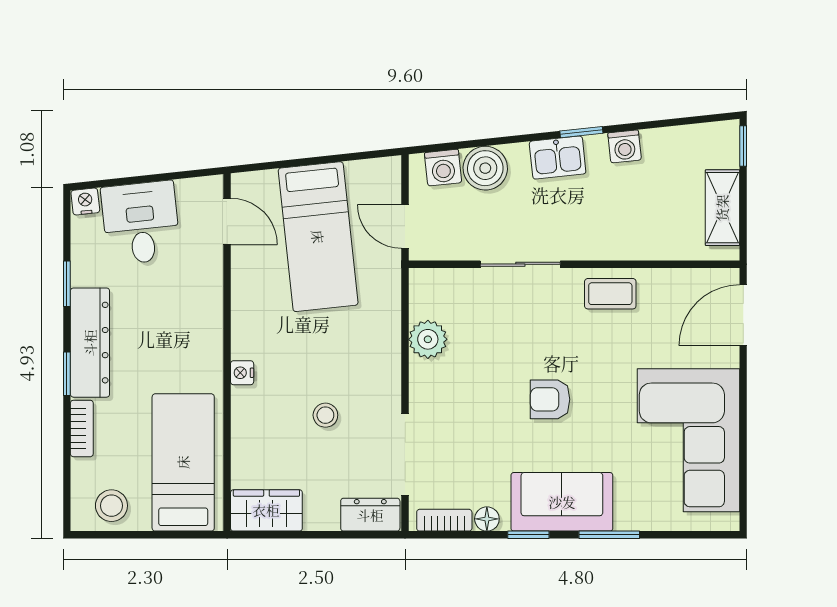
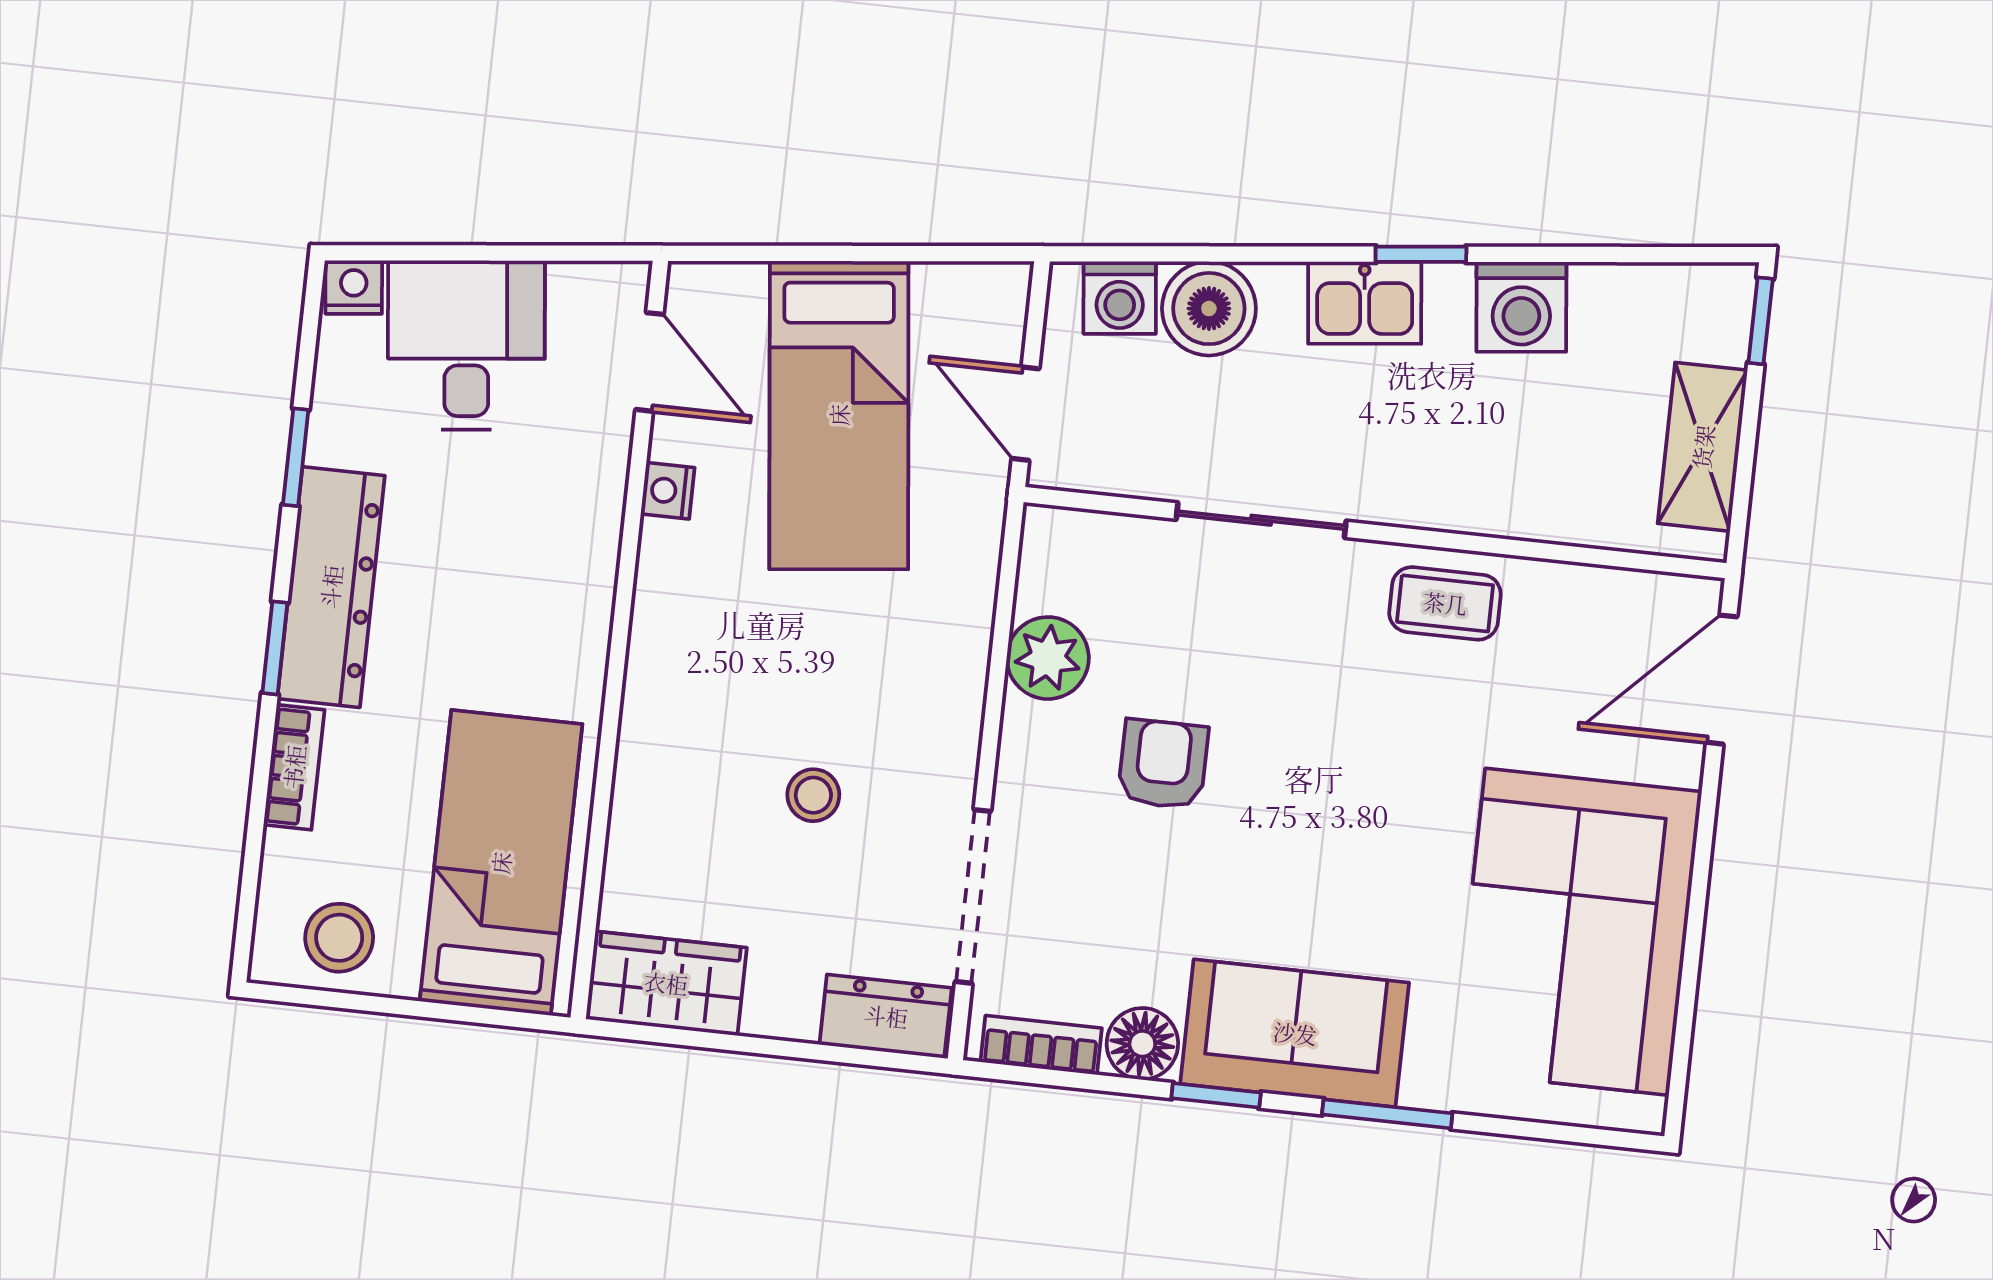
washing machine: (625, 146) -> (1521, 307), width x1.38, depth x1.38
nightstand: (242, 373) -> (668, 491), moved
armchair: (550, 399) -> (1163, 764), moved, turned 90
floor lamp: (487, 519) -> (1142, 1044), width x1.37, depth x1.37

